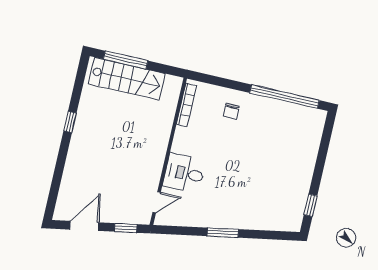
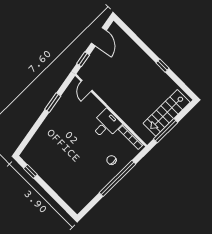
window: (126, 60) -> (166, 131), moved
window: (284, 97) -> (118, 178), moved
desk: (184, 173) -> (106, 124), moved
window: (223, 233) -> (53, 103), moved

